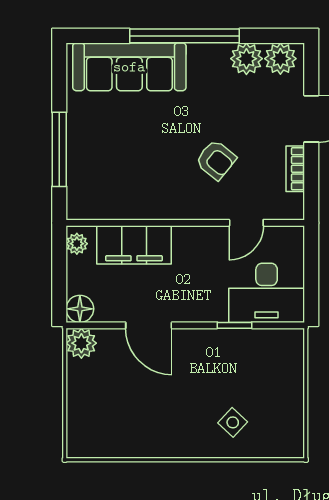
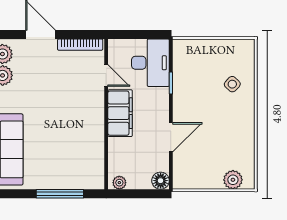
armchair: (216, 160) -> (66, 95), removed
bookcase: (295, 169) -> (80, 45), width x1.56
filing cabinet: (134, 245) -> (120, 113), moved
plant: (81, 343) -> (233, 180), moved

